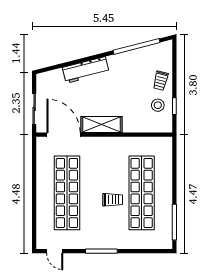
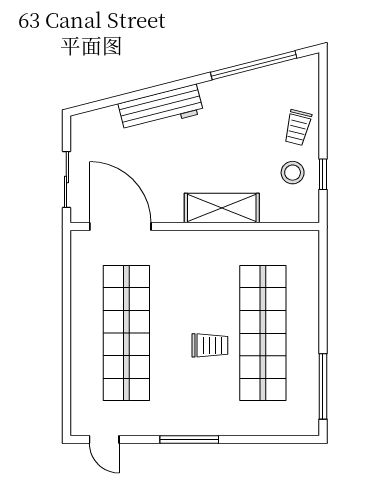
shelving: (102, 125) -> (222, 208), moved

